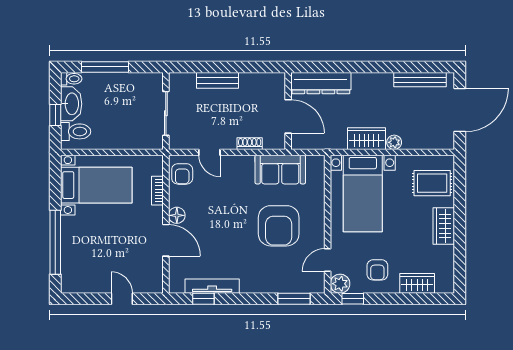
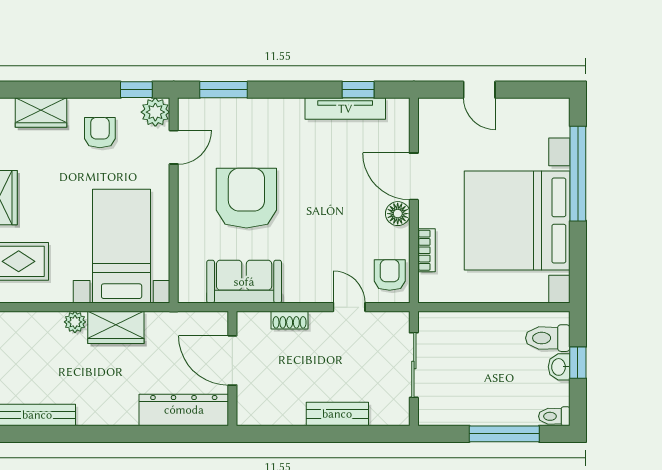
washbasin: (71, 104) -> (559, 367), width x0.52, depth x0.69
bed with nightstands: (96, 185) -> (517, 221), width x1.85

